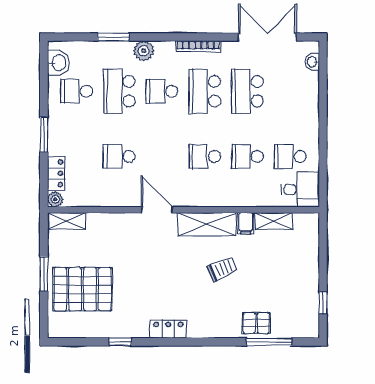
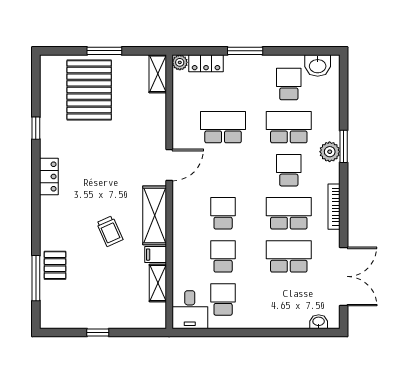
window: (113, 37) -> (344, 146), moved
school desk: (119, 156) -> (223, 127), width x1.85
window: (323, 303) -> (98, 333), moved

